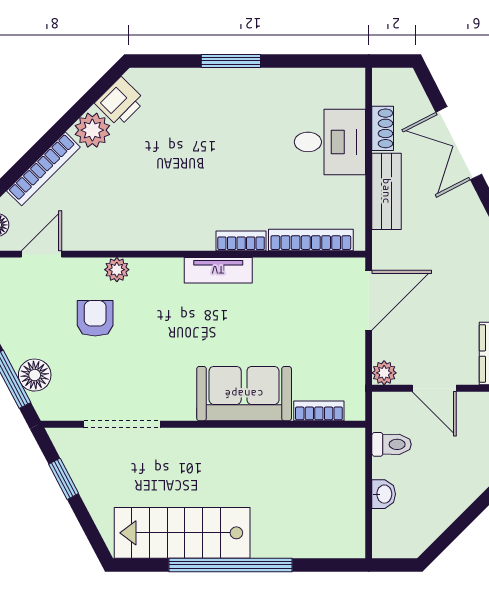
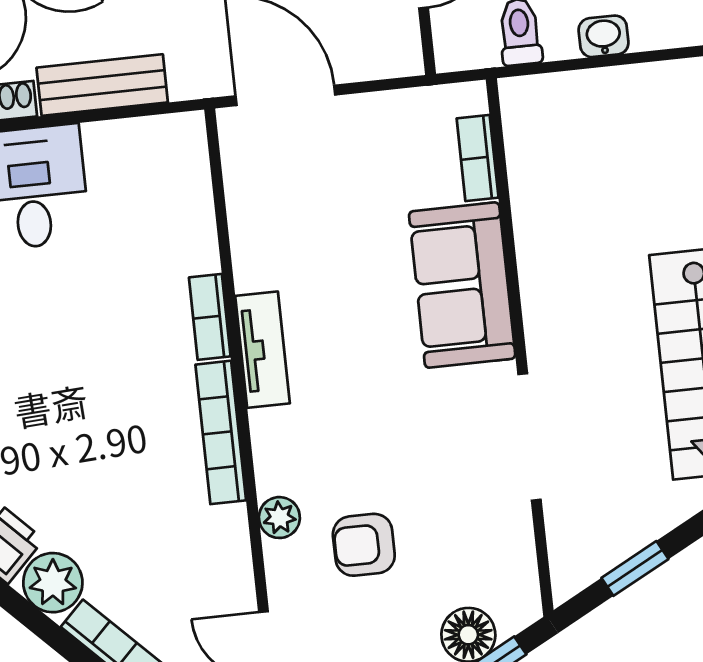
bookcase: (311, 240) -> (221, 432), moved
plant: (384, 373) -> (403, 57), removed
doorway: (122, 424) -> (530, 437), moved

